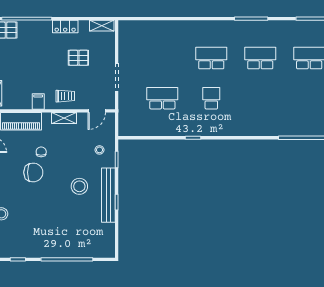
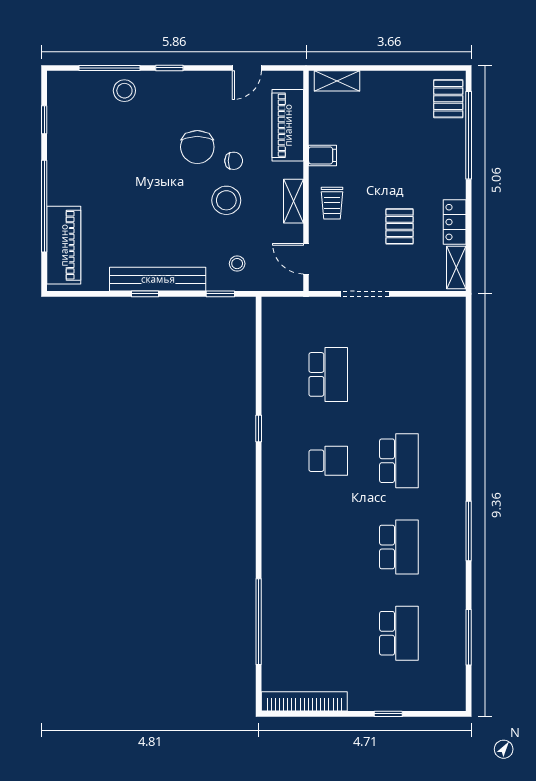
locker: (65, 27) -> (455, 222), moved
stool: (79, 186) -> (226, 200), moved
piano: (89, 248) -> (64, 245), added

